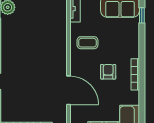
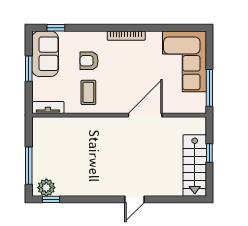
armchair: (108, 72) -> (89, 61), moved

